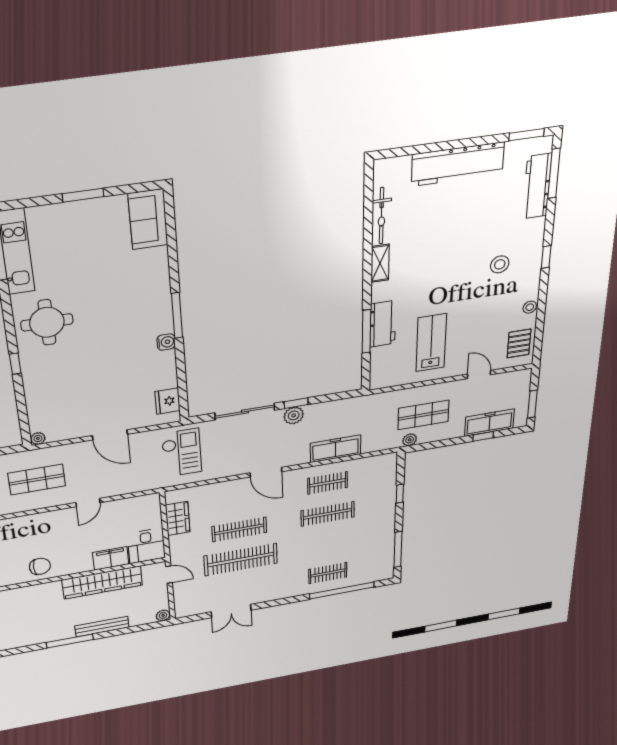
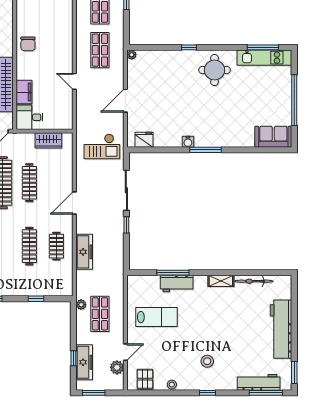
window: (83, 195) -> (294, 100), width x2.11
pallet: (519, 343) -> (145, 379), turned 90
plant: (294, 415) -> (117, 367), moved

